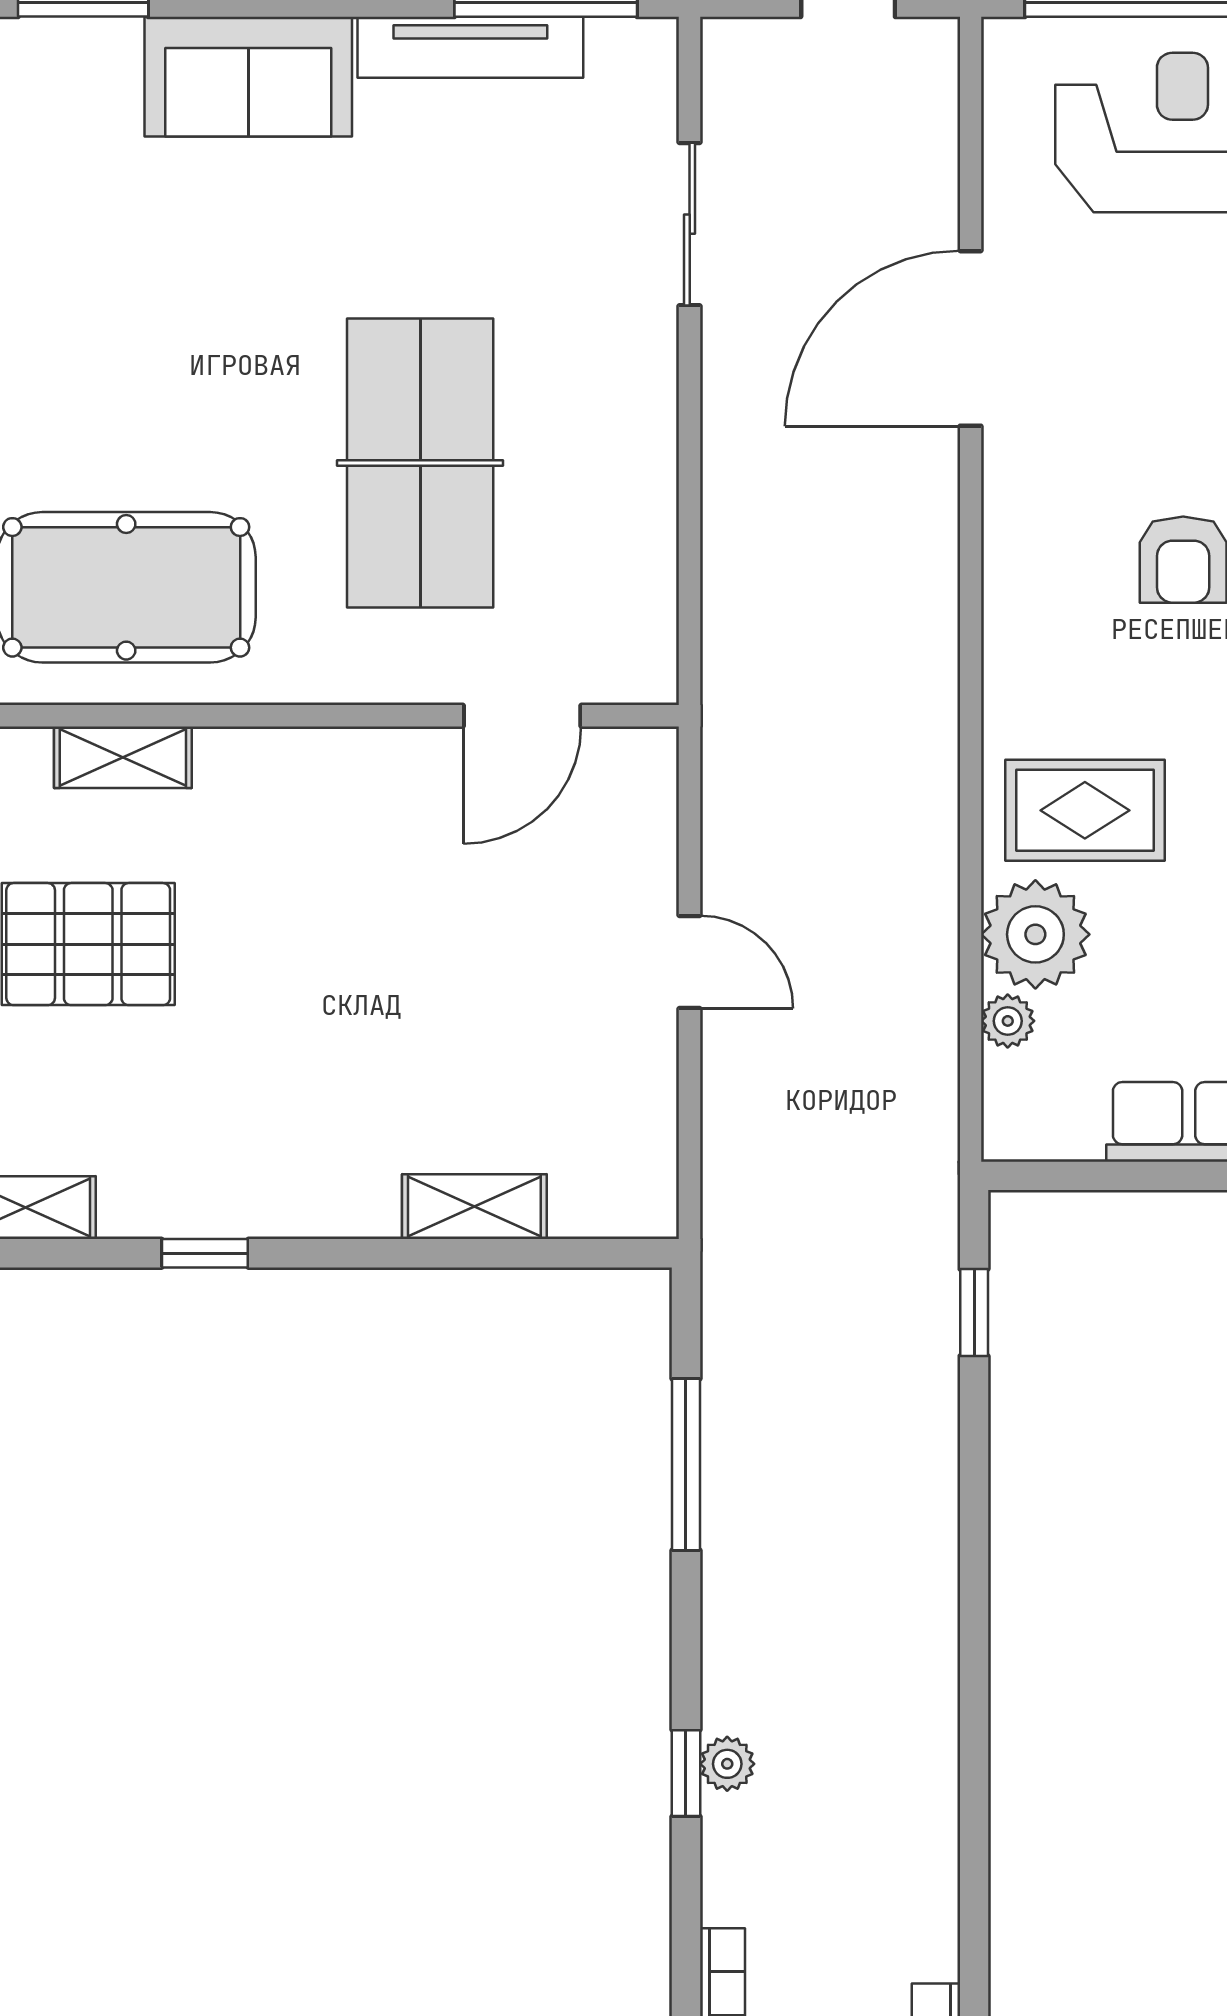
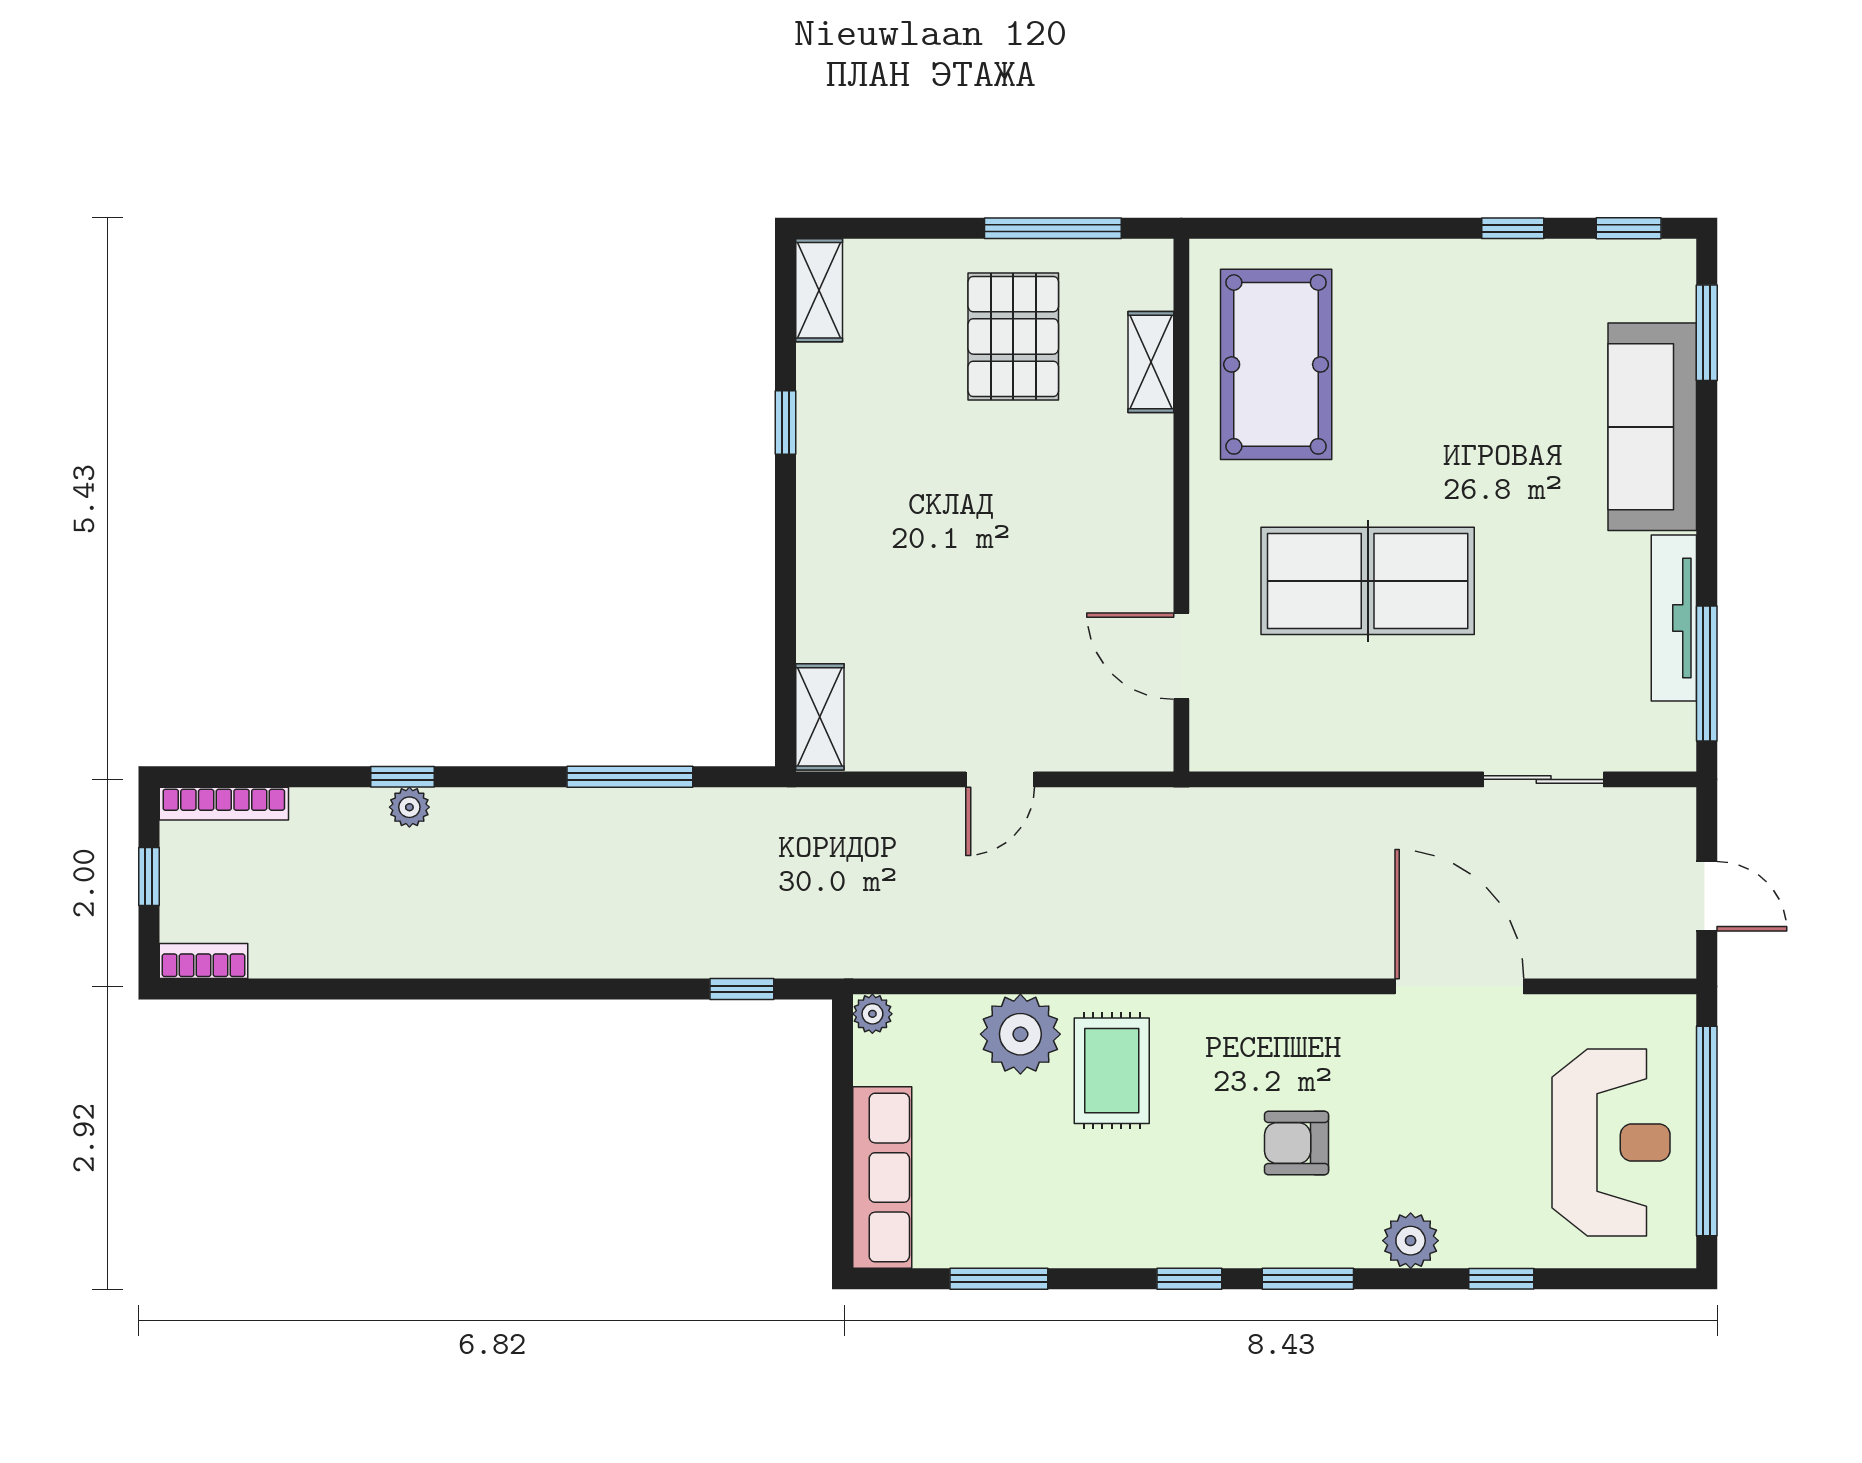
sofa: (248, 77) -> (1652, 427), width x1.36
plant: (1008, 1021) -> (872, 1014), moved
shelving: (474, 1207) -> (820, 717), moved

